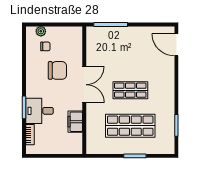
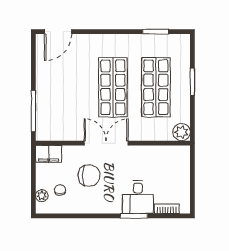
chair: (57, 70) -> (89, 175), turned 90
shop shelf: (130, 90) -> (113, 87), width x1.43, depth x1.36
filing cabinet: (75, 122) -> (49, 154), moved
plant: (93, 147) -> (182, 132), added

